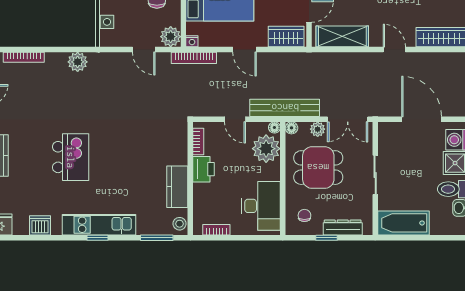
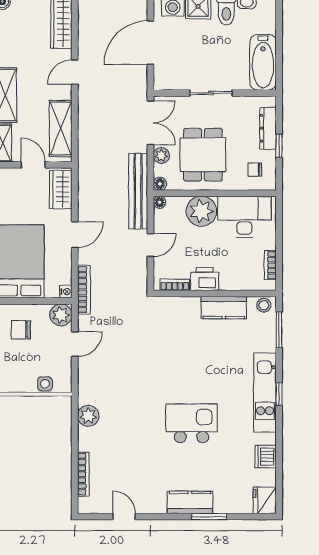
plant: (266, 149) -> (201, 211), moved

